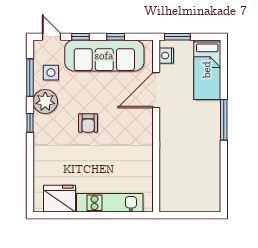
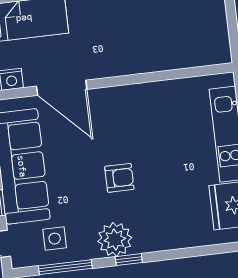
plant: (45, 102) -> (115, 239), moved

